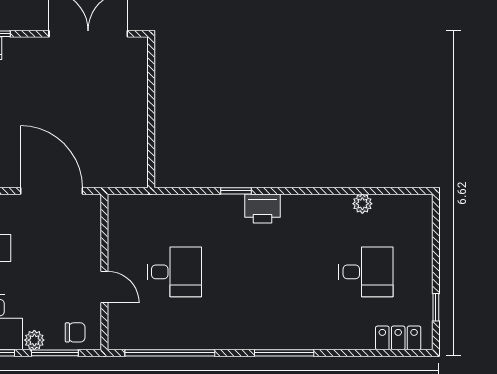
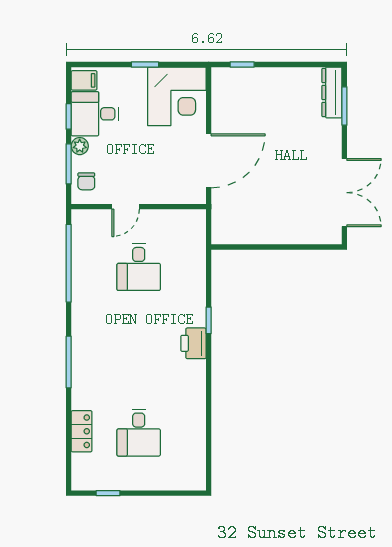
plant: (362, 204) -> (198, 430), removed
locker: (398, 338) -> (82, 431), moved

